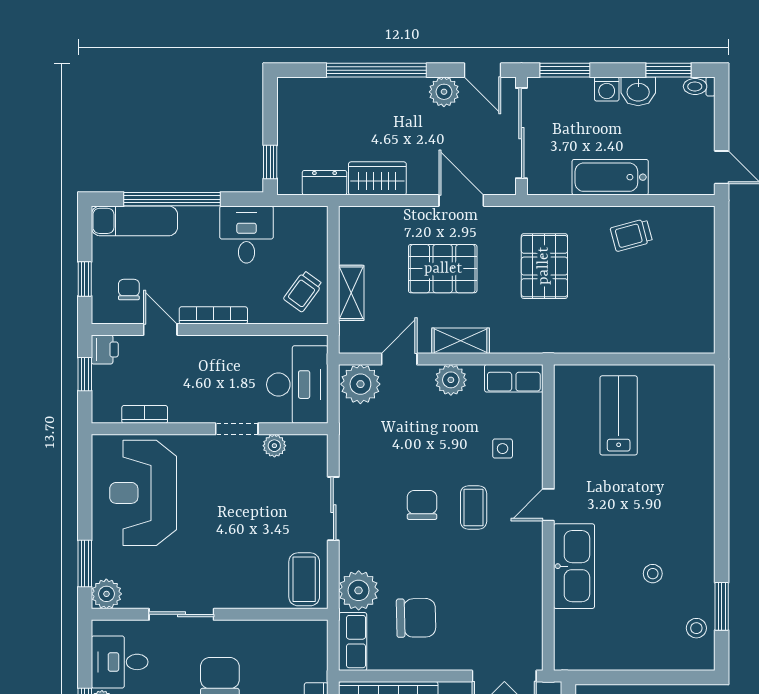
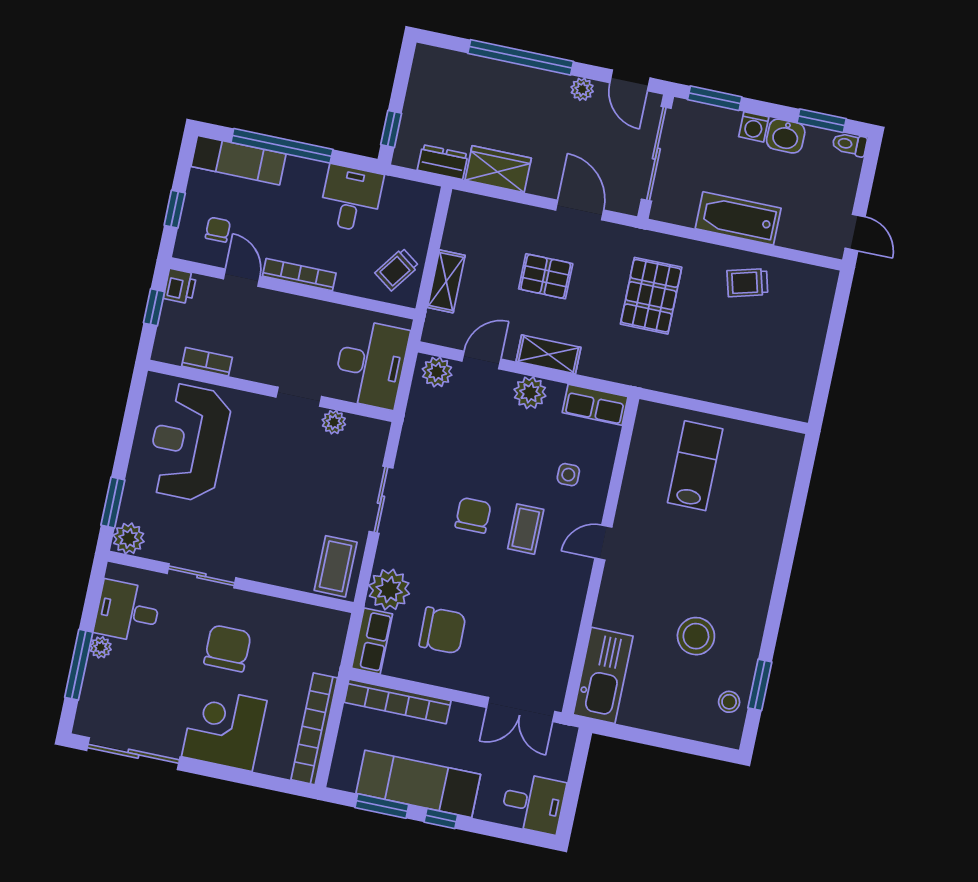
plant: (444, 92) -> (582, 89), width x0.73, depth x0.73
pallet: (443, 269) -> (546, 276), width x0.67, depth x0.71
plant: (360, 384) -> (437, 372), width x0.73, depth x0.73
kitchen sink: (574, 566) -> (603, 675), moved
stool: (653, 574) -> (696, 636), width x1.89, depth x1.89

